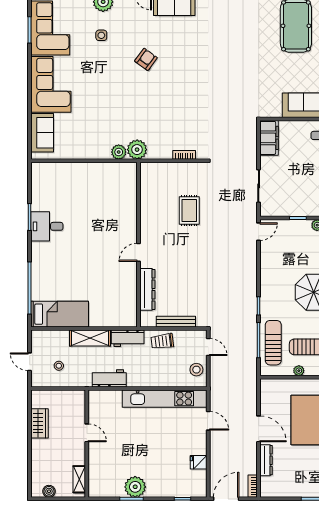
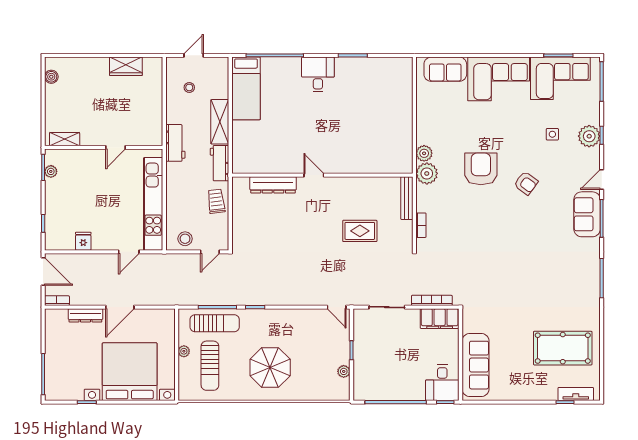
armchair: (133, 100) -> (481, 169), added
bookcase: (252, 145) -> (432, 300), added
desk: (47, 226) -> (318, 74), moved
bench: (176, 322) -> (407, 198), moved
door: (87, 433) -> (116, 147), moved
wall: (87, 444) -> (104, 147), moved
shelving: (79, 479) -> (65, 139), moved
plant: (135, 487) -> (51, 171), width x0.53, depth x0.53

